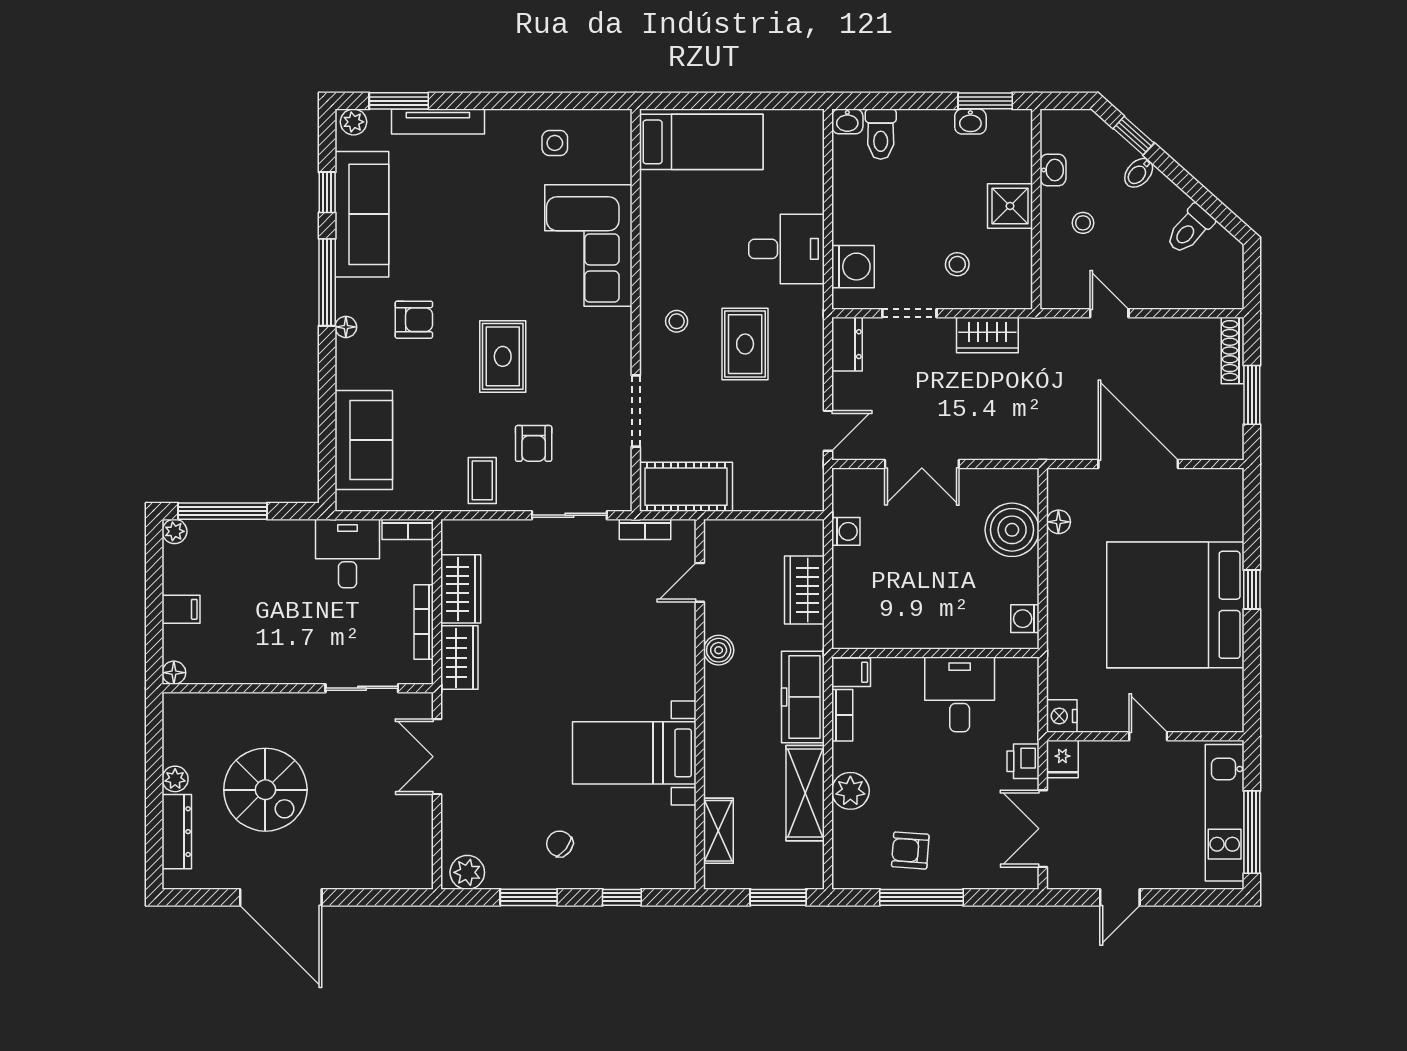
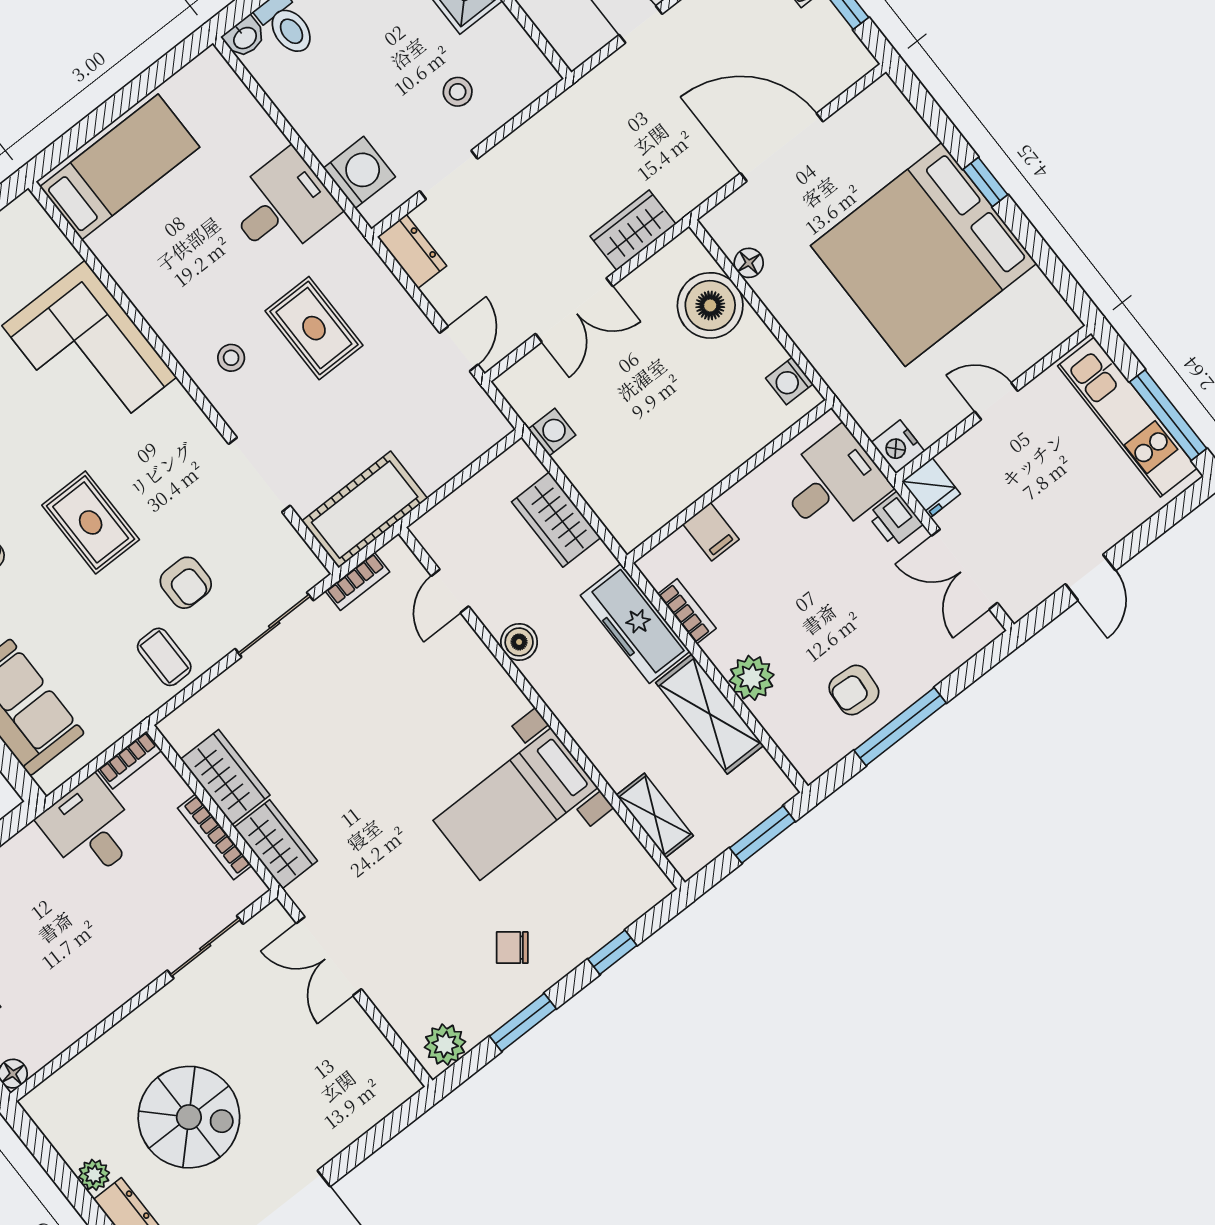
wardrobe: (987, 335) -> (633, 230), moved, turned 180
filing cabinet: (851, 672) -> (711, 532), moved, turned 90
desk: (960, 694) -> (833, 483), moved, turned 90

